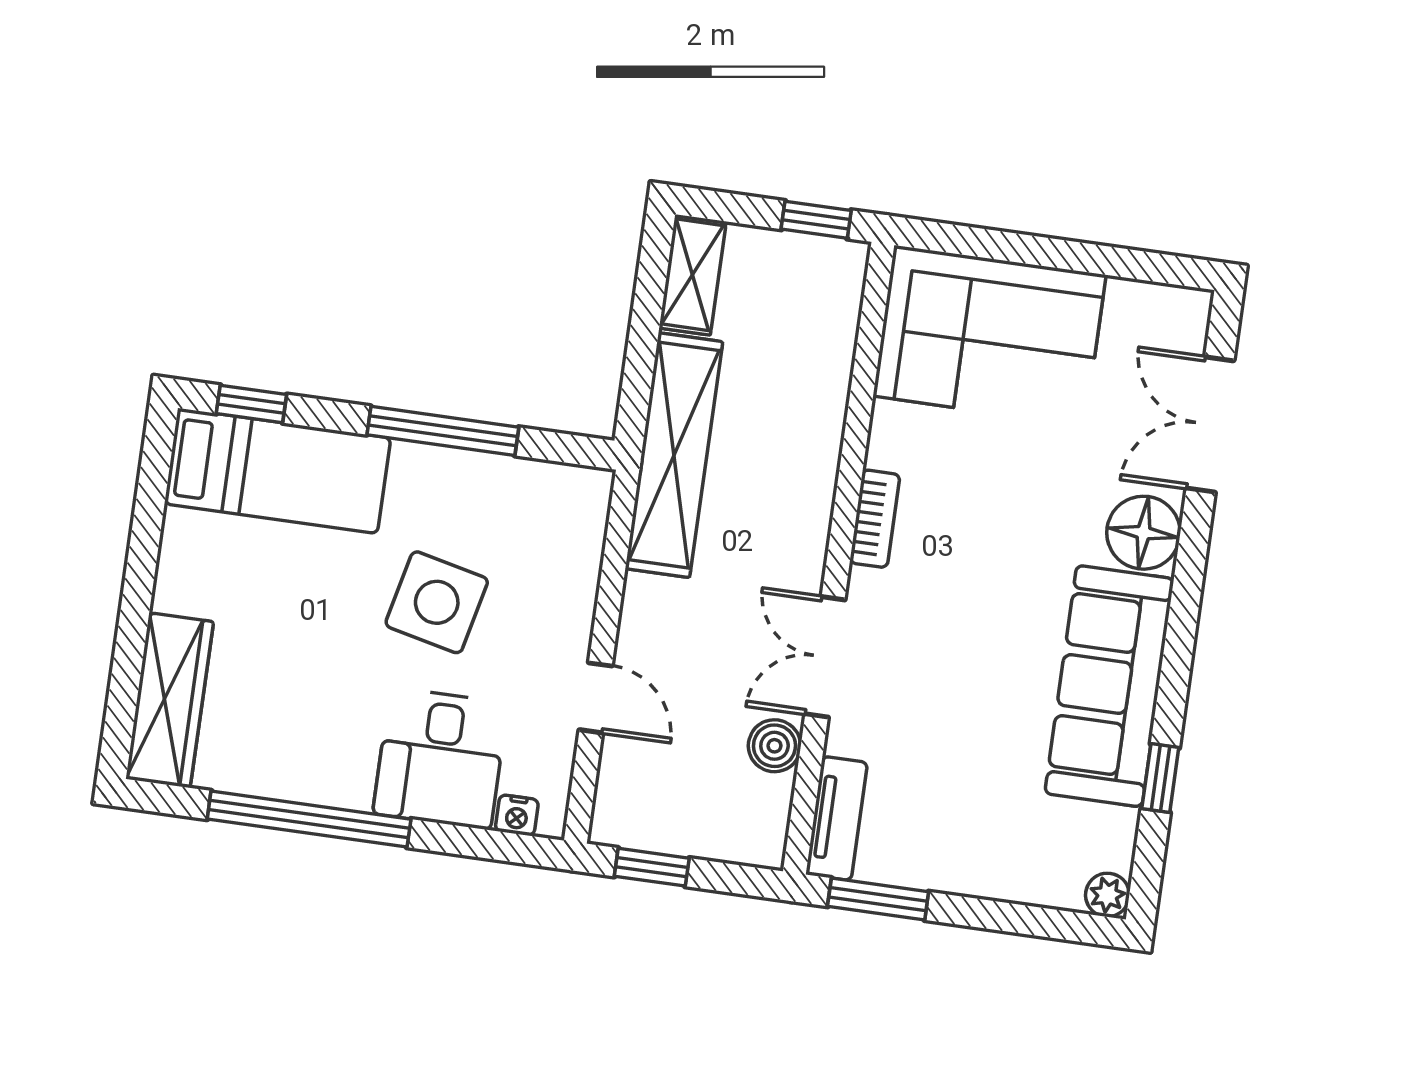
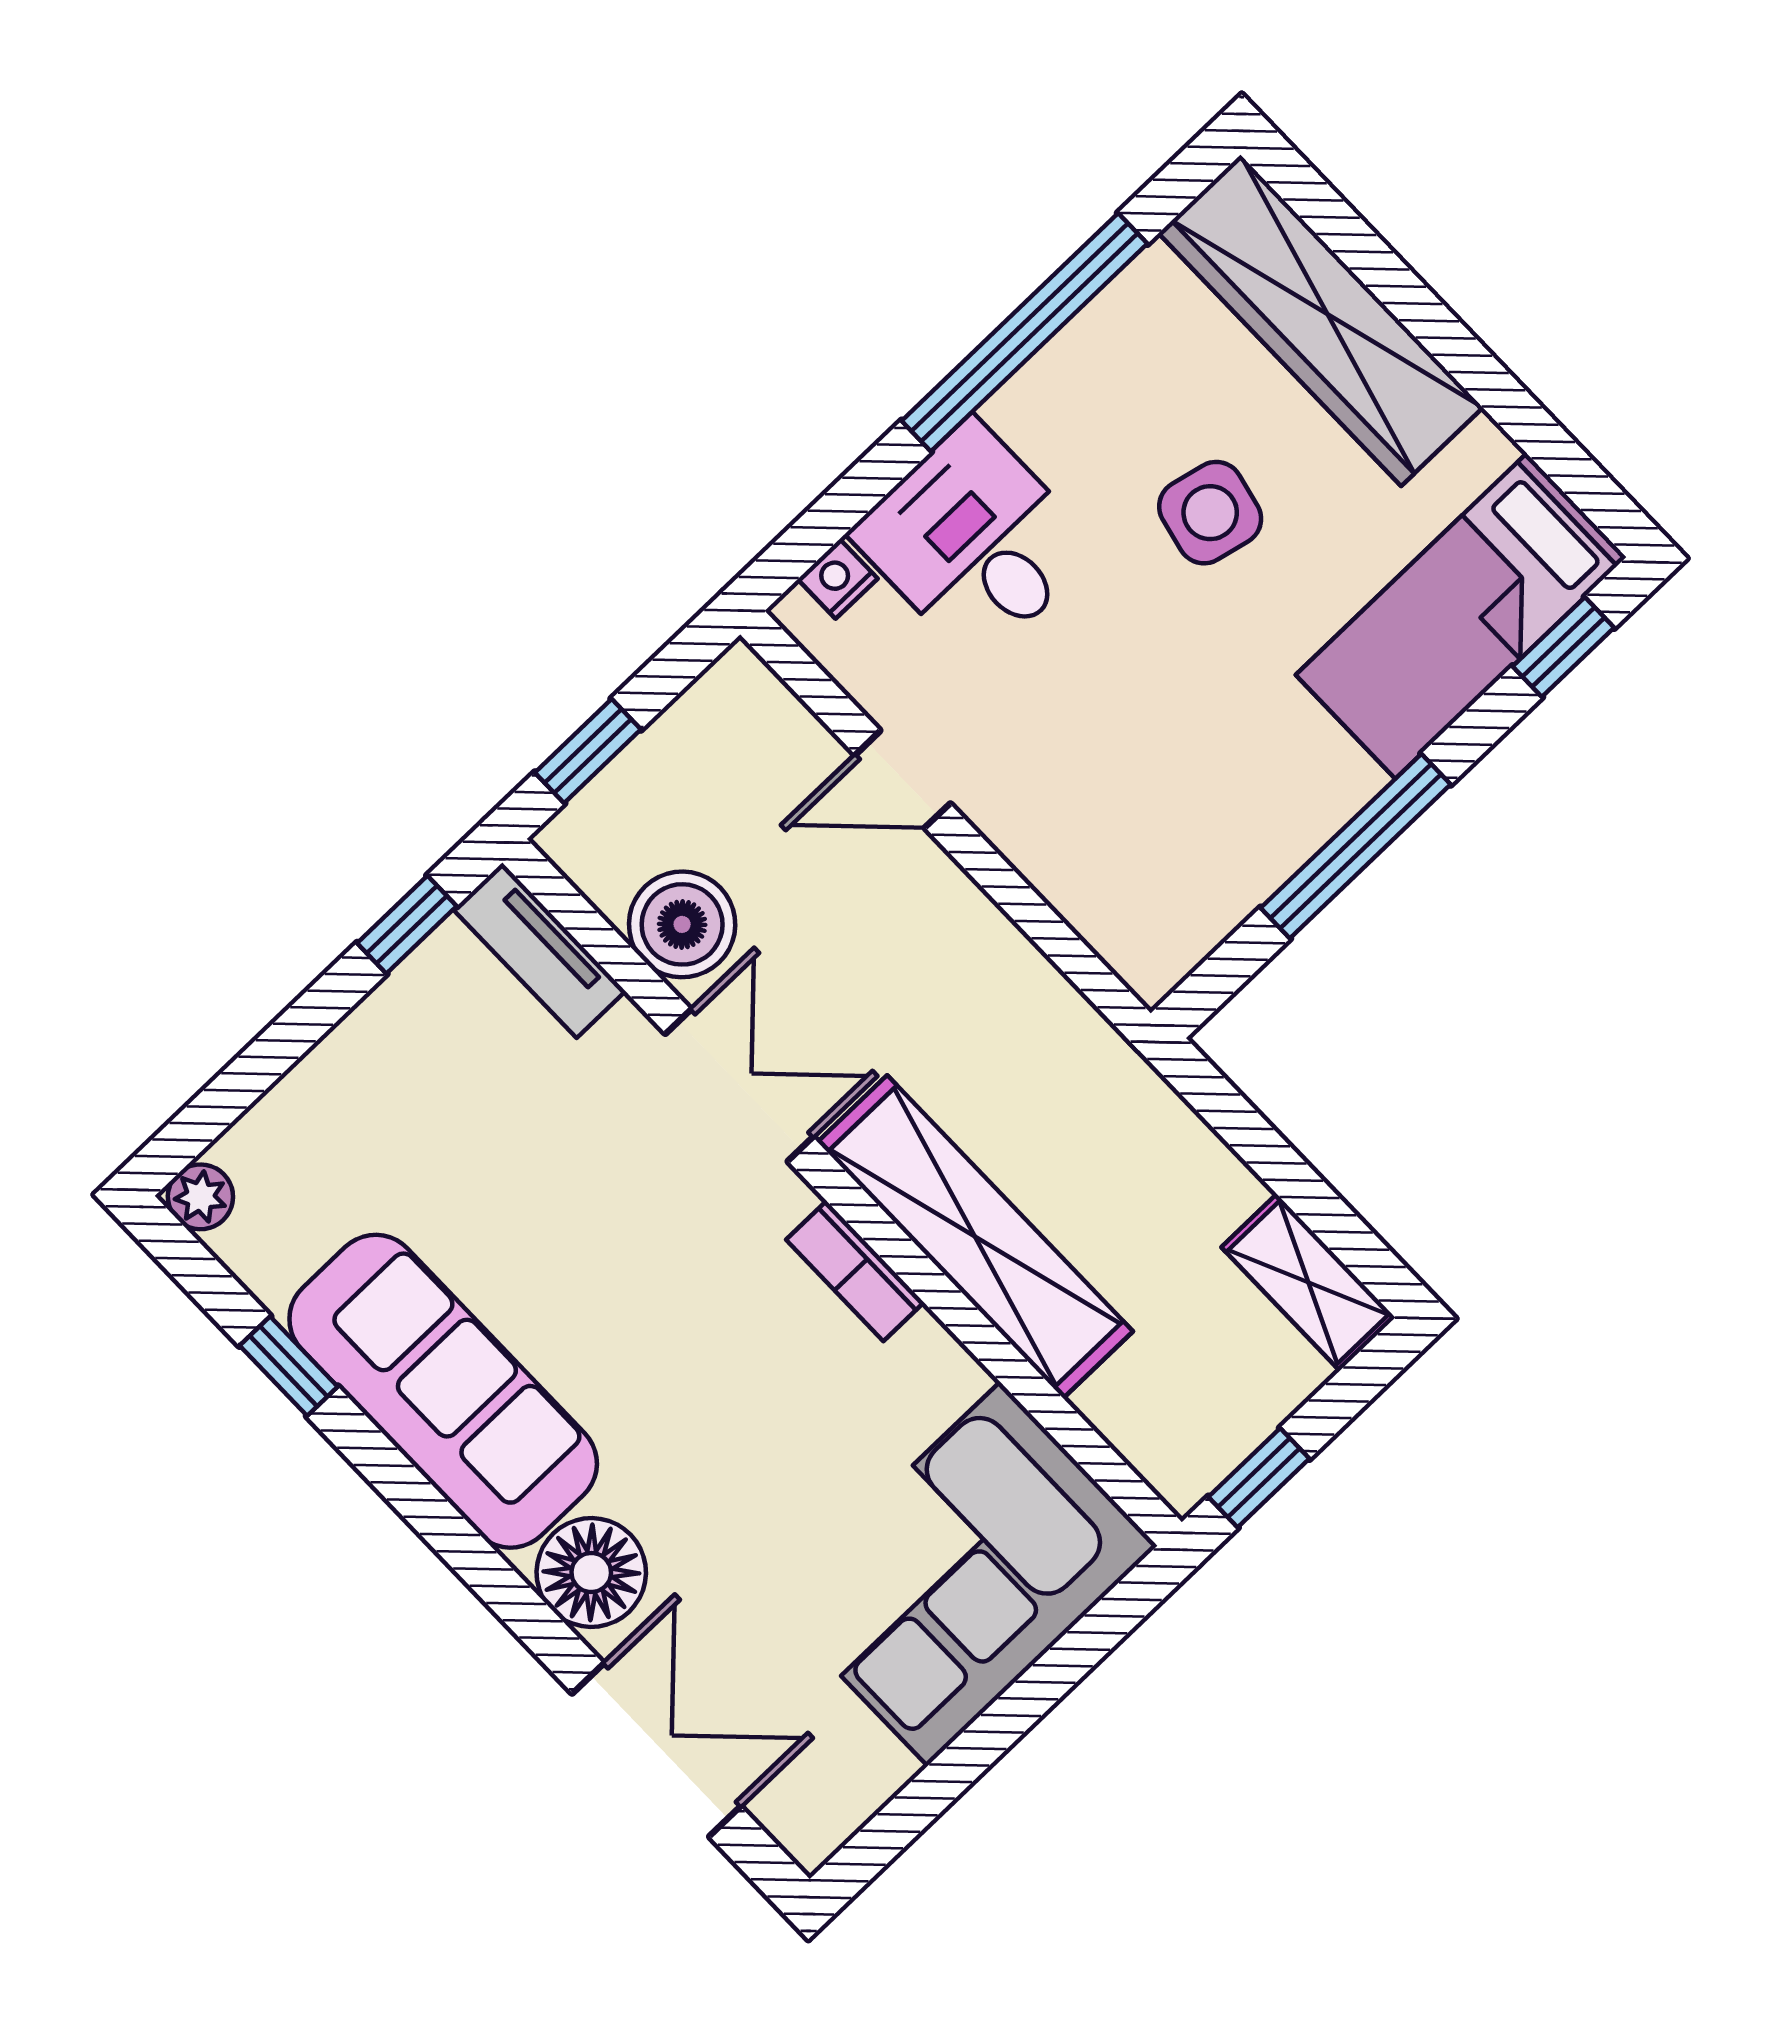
shelving: (674, 455) -> (975, 1237), moved
side table: (437, 602) -> (1210, 513), moved, width x0.73, depth x0.73
wardrobe: (170, 700) -> (1321, 320), width x1.40, depth x1.17
boiler: (774, 746) -> (682, 924), width x1.36, depth x1.36
window: (652, 867) -> (588, 751), moved
window: (878, 899) -> (407, 925), width x0.67

